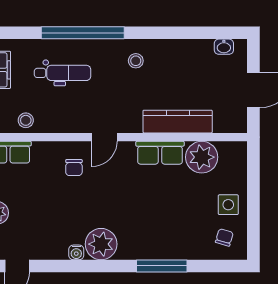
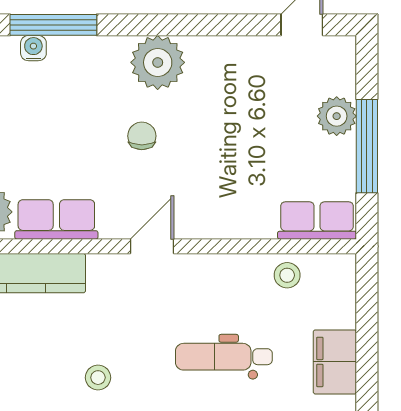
chair: (74, 168) -> (142, 136), moved
water cooler: (76, 252) -> (33, 48), moved

